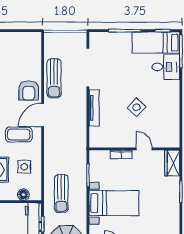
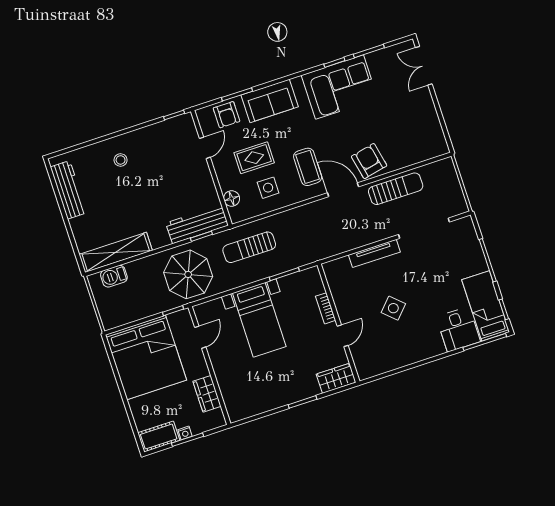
sun lounger: (54, 78) -> (396, 189), turned 180
armchair: (29, 90) -> (369, 161), turned 78

